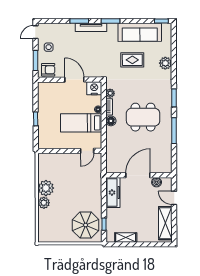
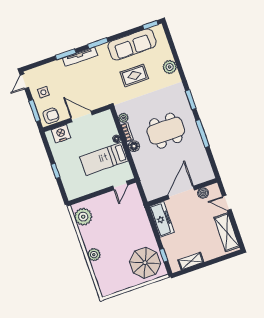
nightstand: (94, 88) -> (61, 134), moved
plant: (46, 188) -> (83, 217), moved

